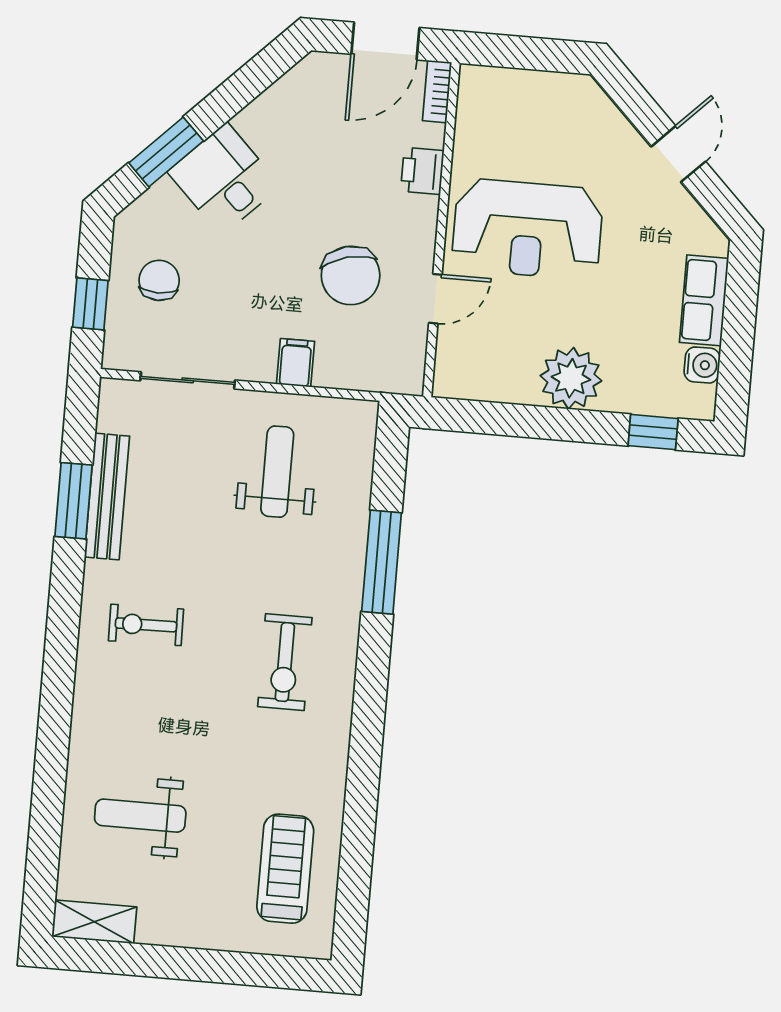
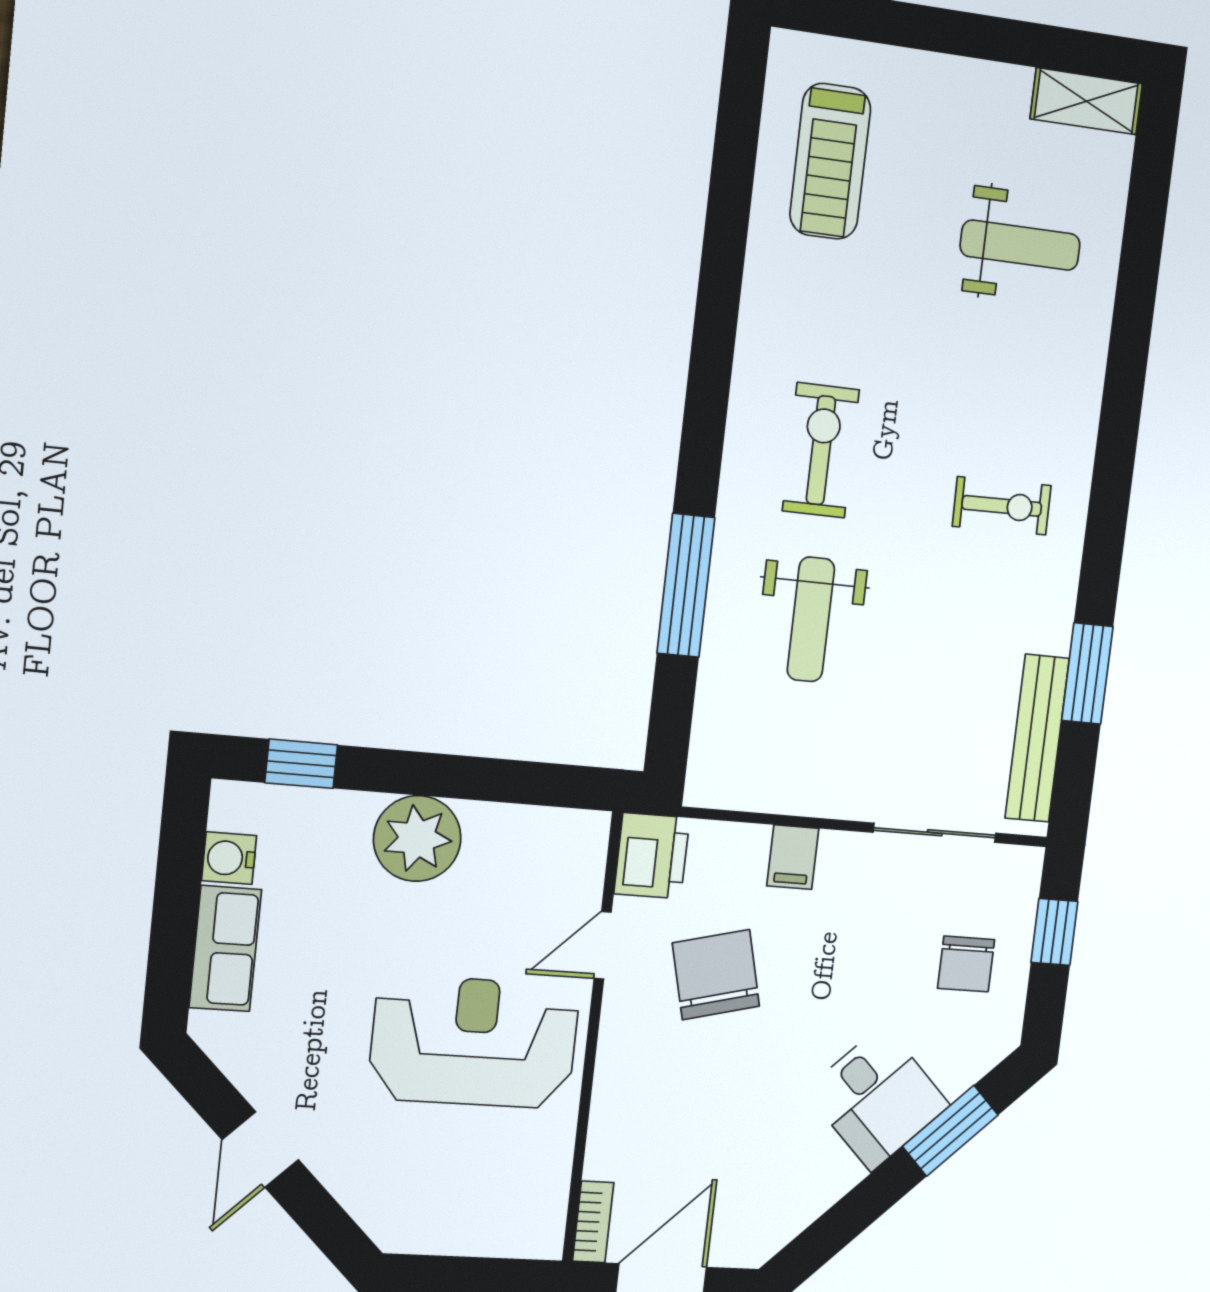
printer: (422, 171) -> (652, 856), moved, width x1.36, depth x1.24
weight bench: (277, 472) -> (811, 619), moved
bench: (107, 497) -> (1037, 738), moved

